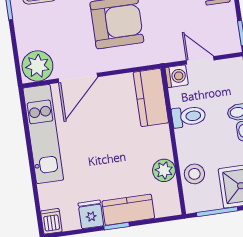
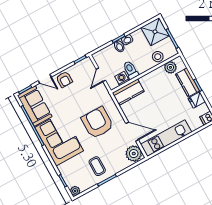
washing machine: (177, 76) -> (122, 78), moved
plant: (164, 170) -> (170, 67), moved

